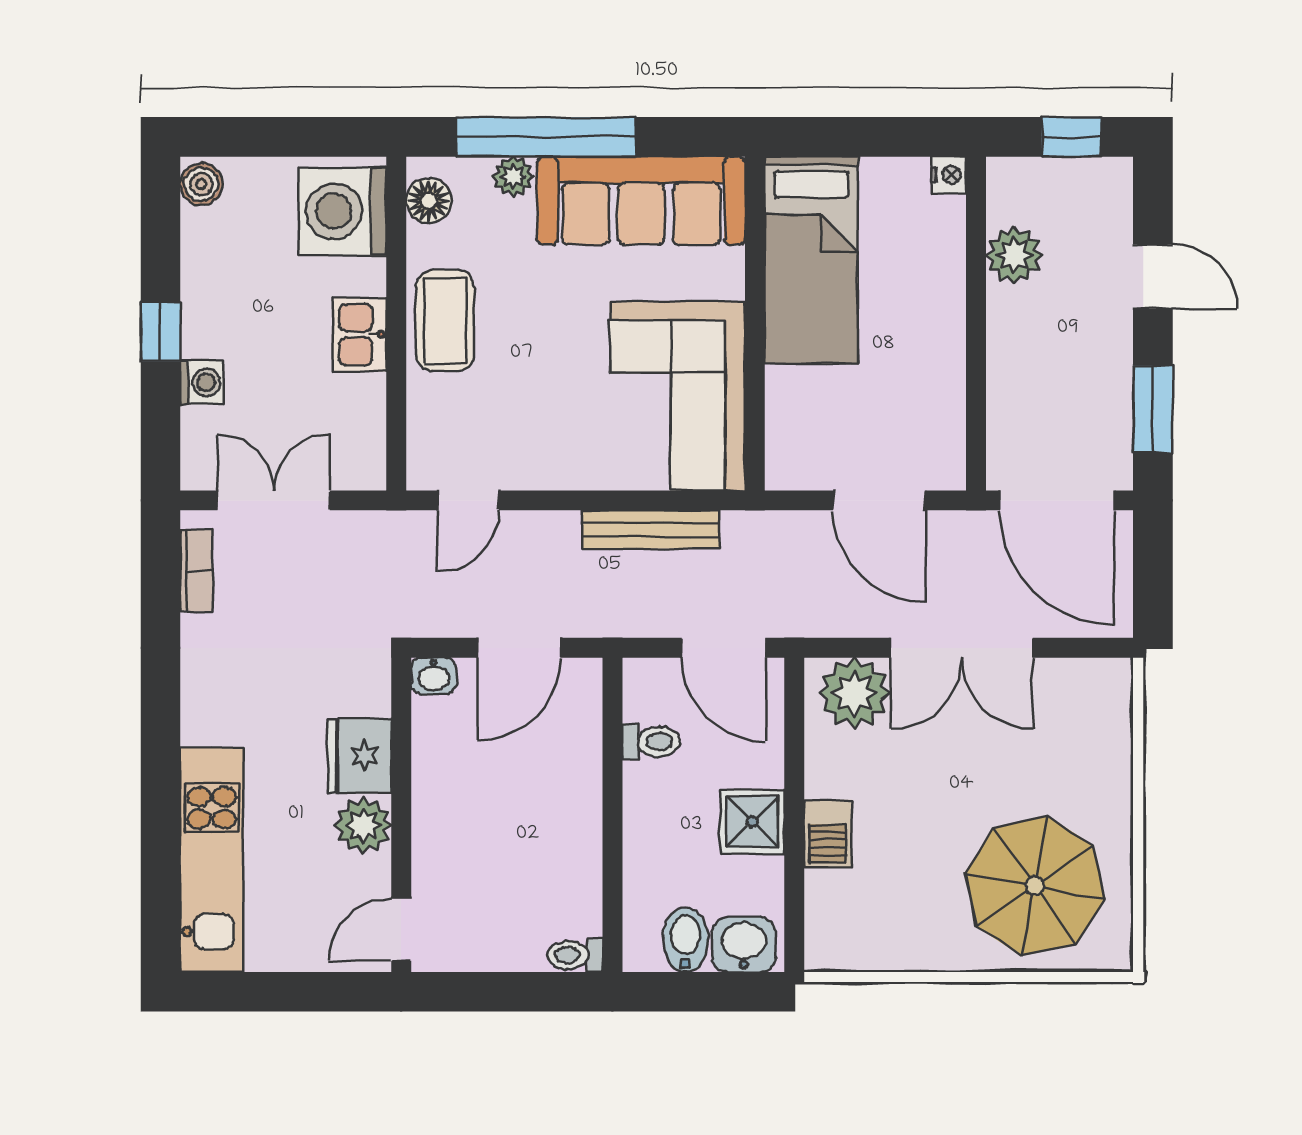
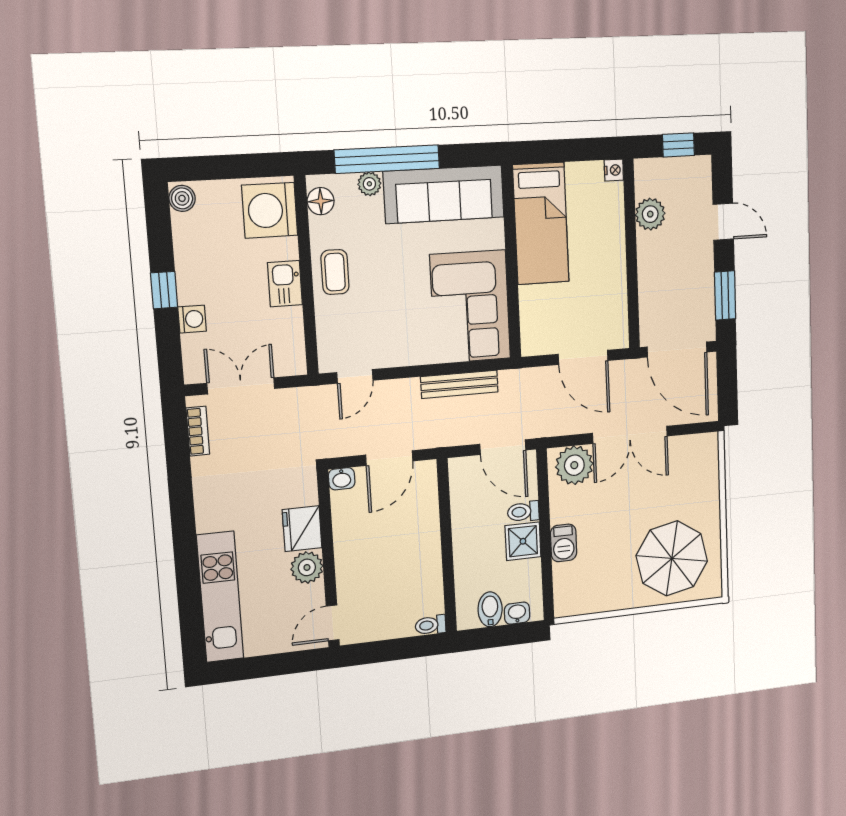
coffee table: (445, 321) -> (335, 272), width x0.73, depth x0.77
toilet: (651, 742) -> (523, 512), moved, turned 180
washbasin: (744, 945) -> (517, 613), width x0.72, depth x0.69

